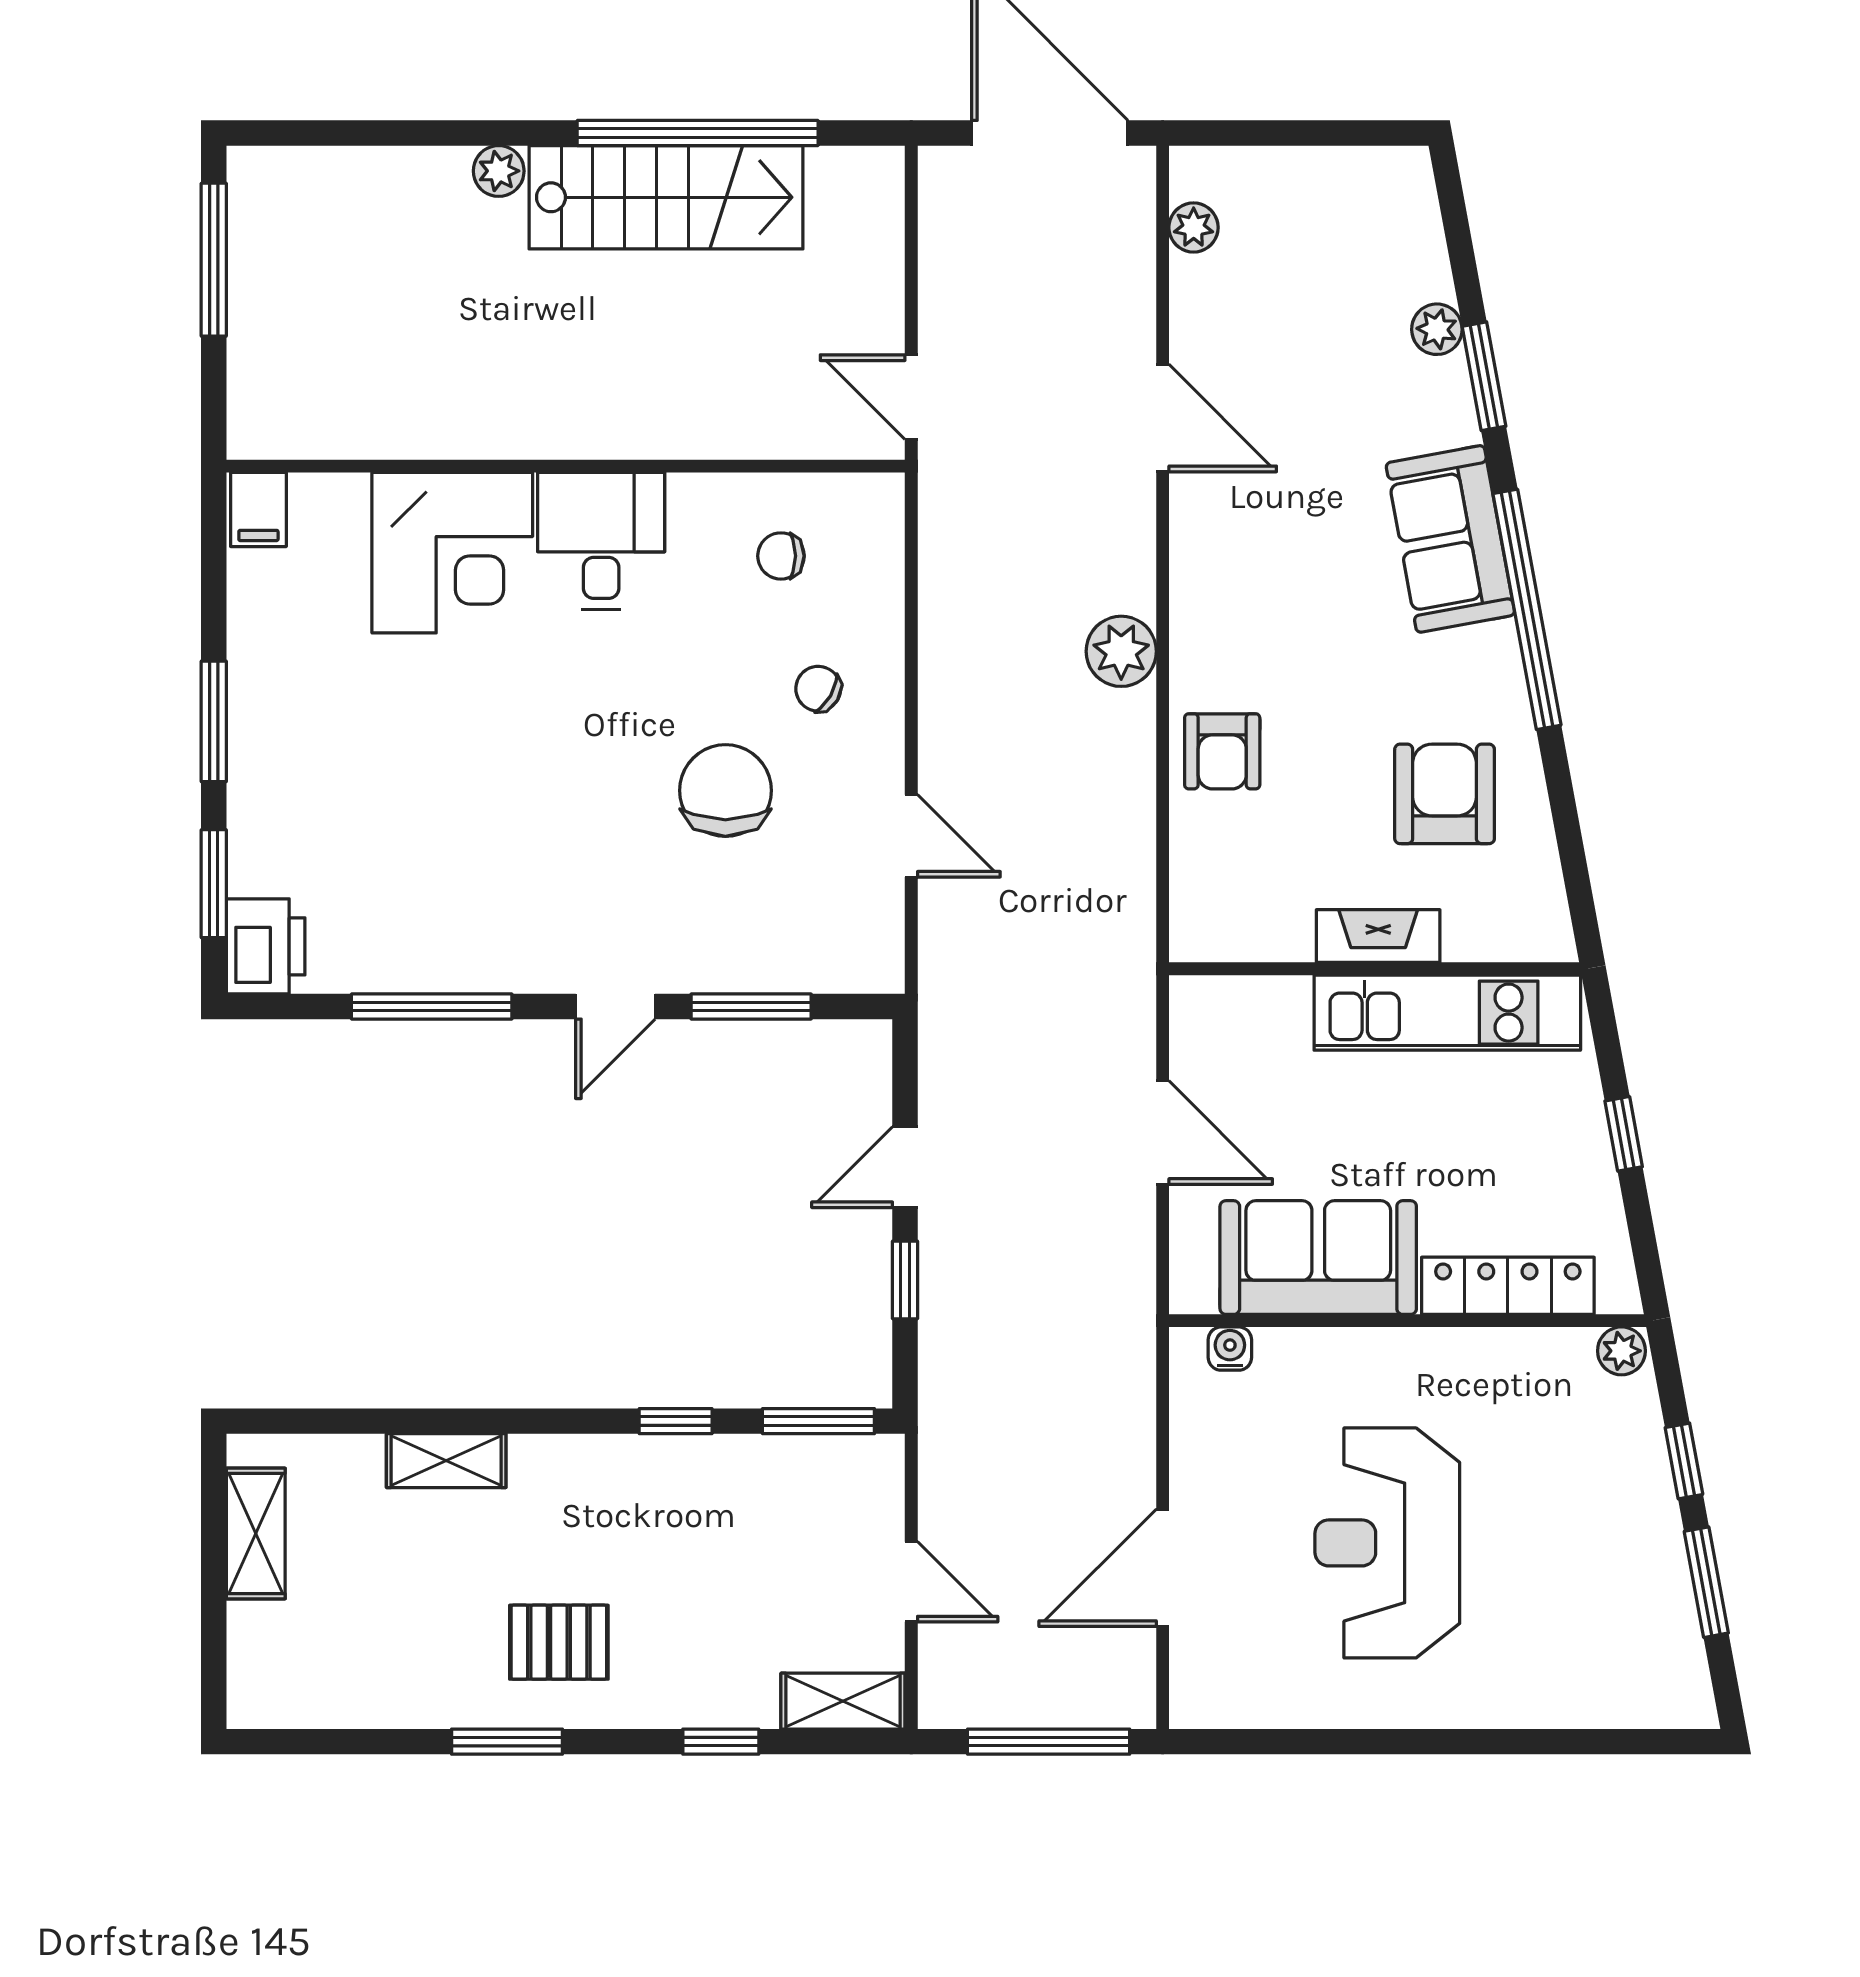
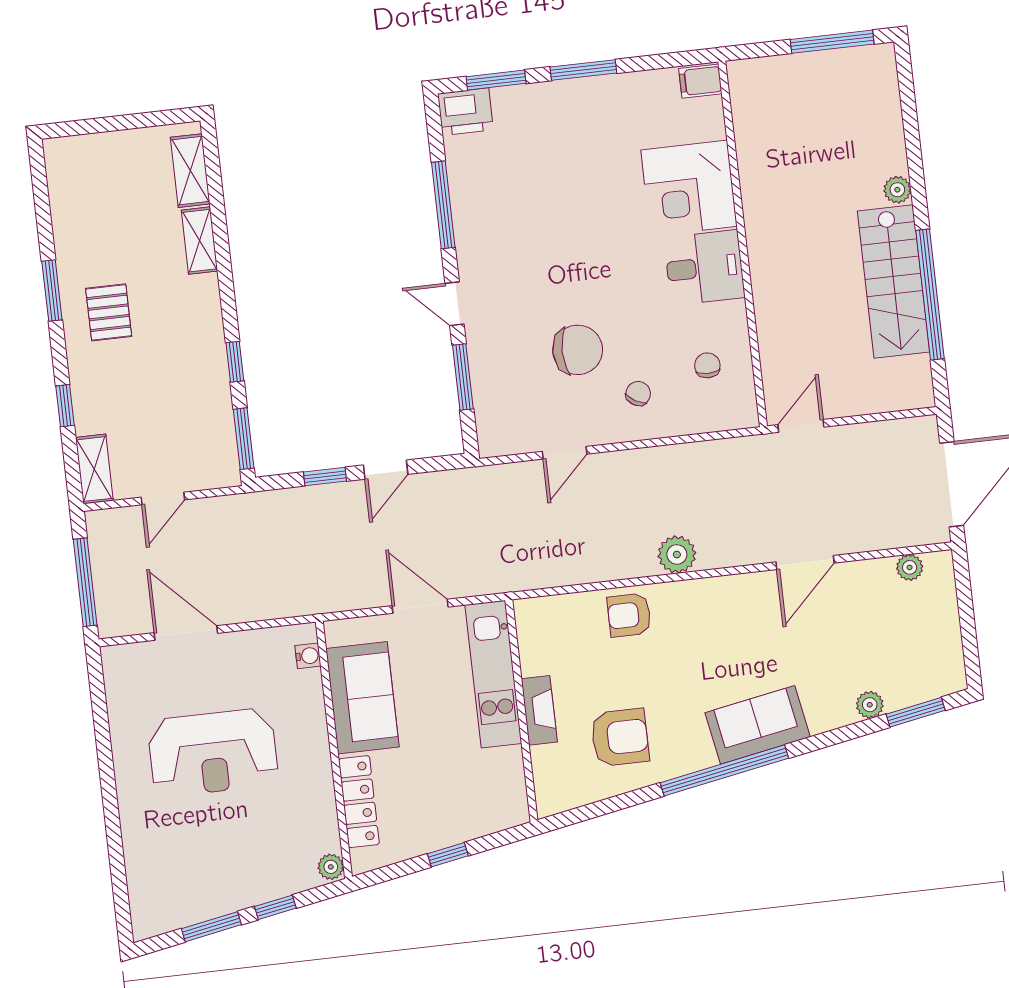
window: (1484, 376) -> (916, 712), moved
kitchen unit: (1447, 1013) -> (493, 674), moved
door: (1163, 1133) -> (420, 606), swing flipped
door: (905, 1167) -> (386, 470), swing flipped
shelving: (256, 1534) -> (190, 171), moved, turned 90
reception desk: (1387, 1543) -> (213, 753), turned 180

